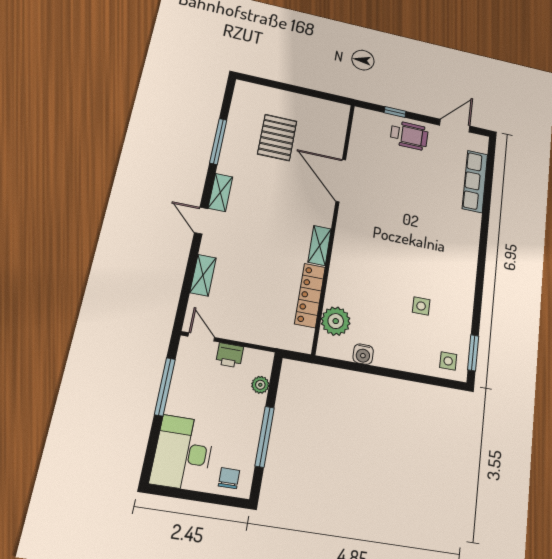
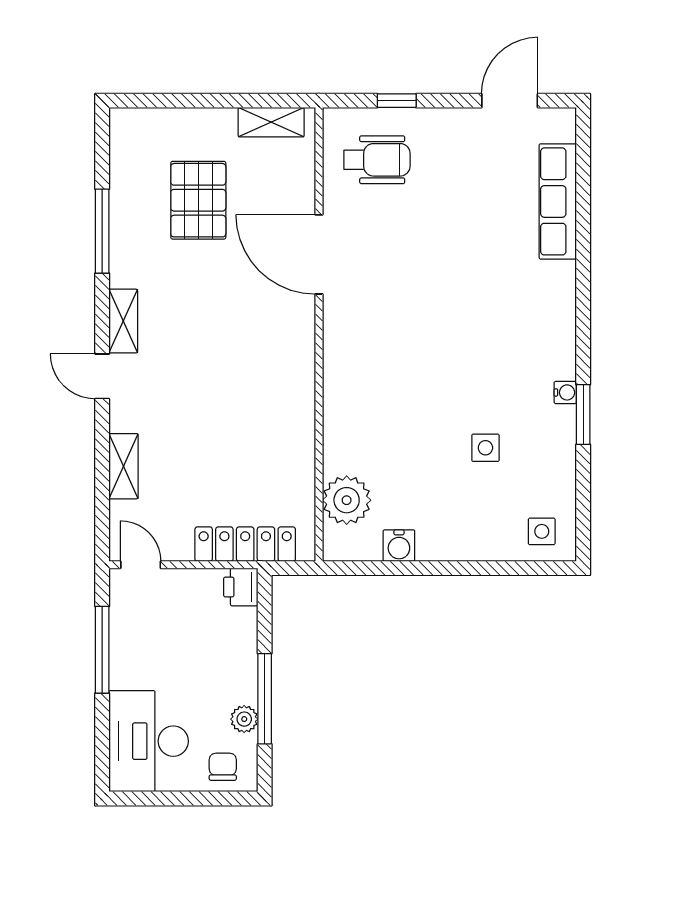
wheelchair: (409, 135) -> (377, 160), moved
shelving: (320, 245) -> (271, 122), moved, turned 90
water cooler: (469, 284) -> (565, 392), added
locker: (310, 295) -> (245, 544), moved, turned 90
window: (473, 353) -> (583, 415), moved
printer: (230, 355) -> (241, 587), moved, turned 90
plant: (260, 385) -> (244, 719), moved

